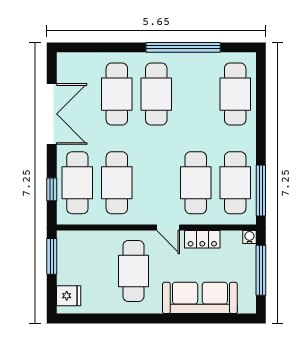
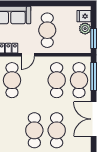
window: (52, 189) -> (94, 76), width x2.17
door: (168, 228) -> (28, 55), swing flipped
plant: (67, 274) -> (85, 29), added

